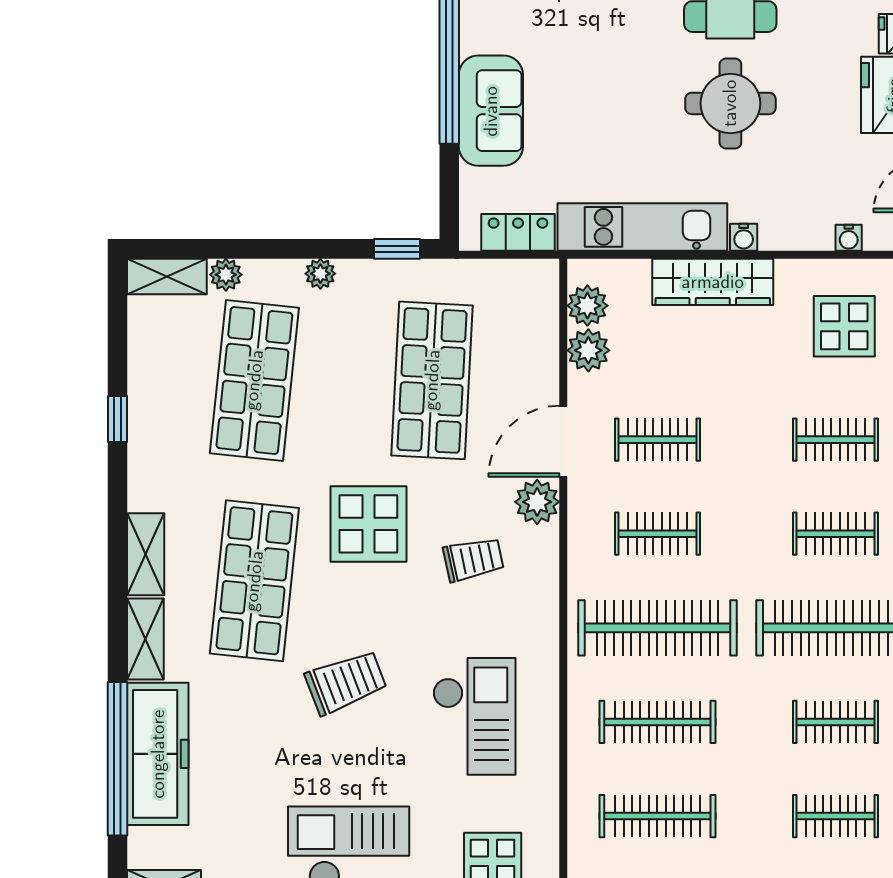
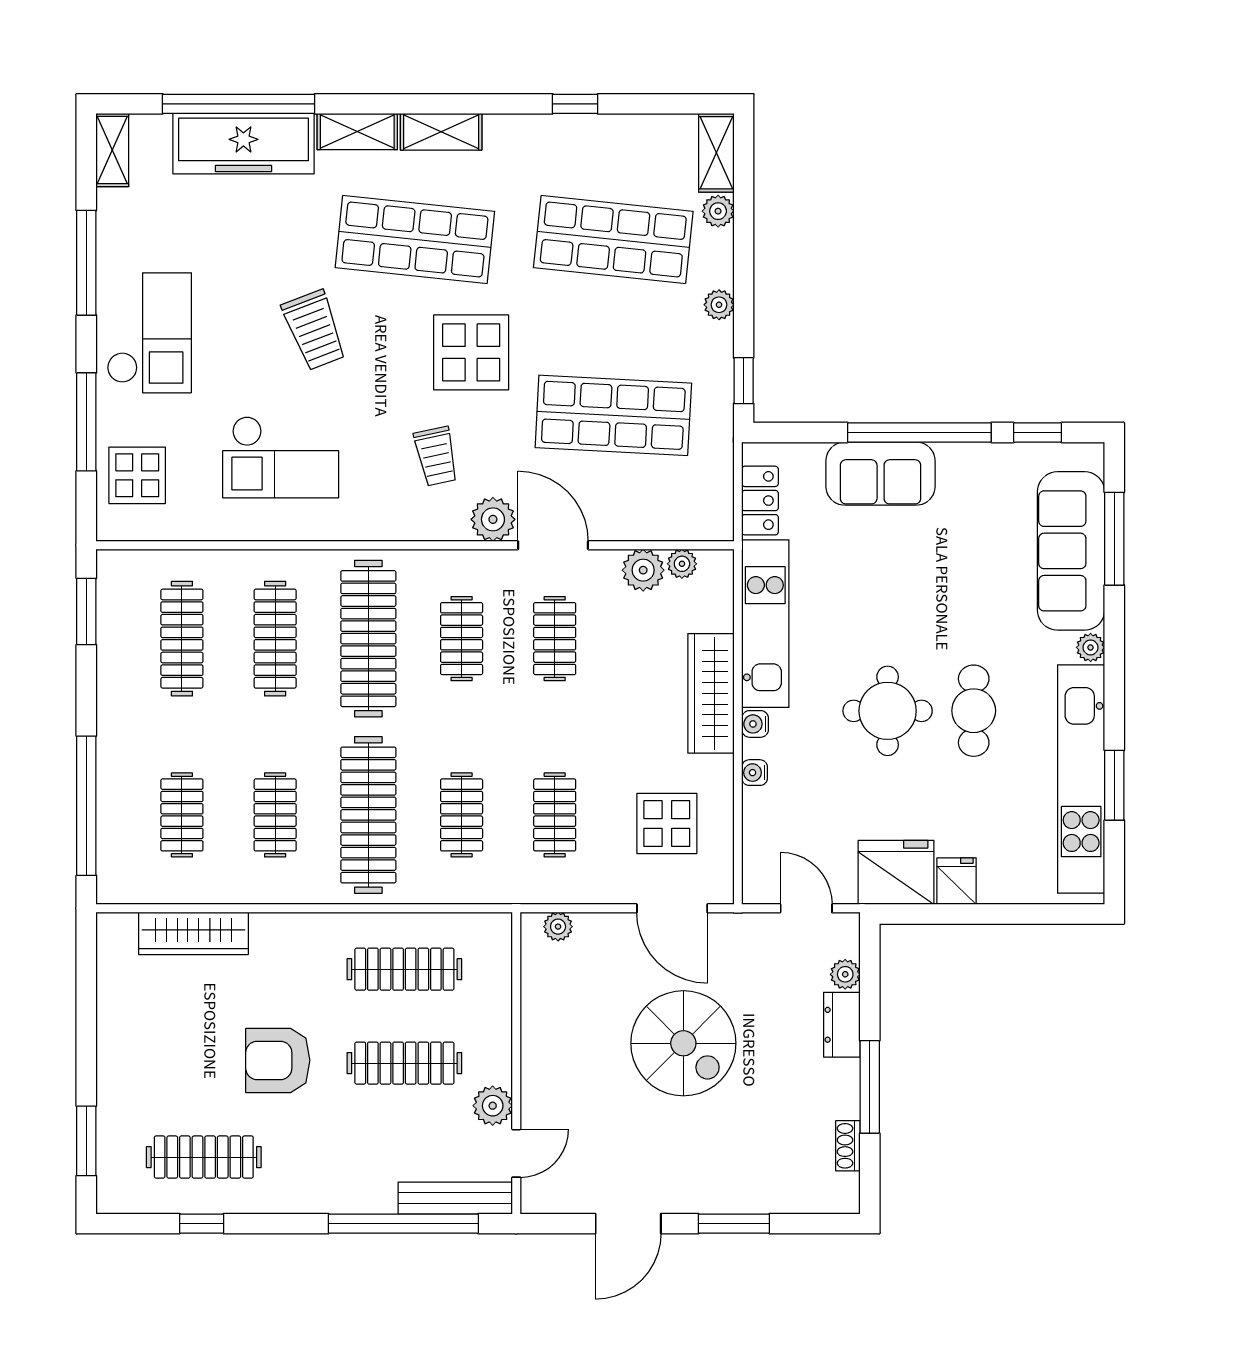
water cooler: (849, 238) -> (755, 773), moved
plant: (587, 306) -> (682, 564), width x0.73, depth x0.73

